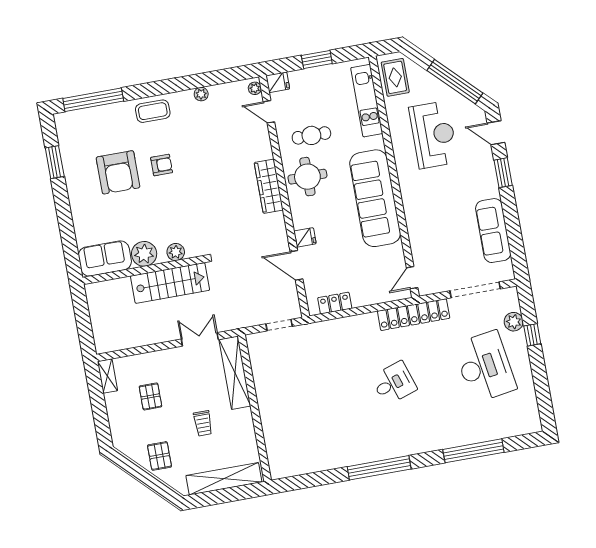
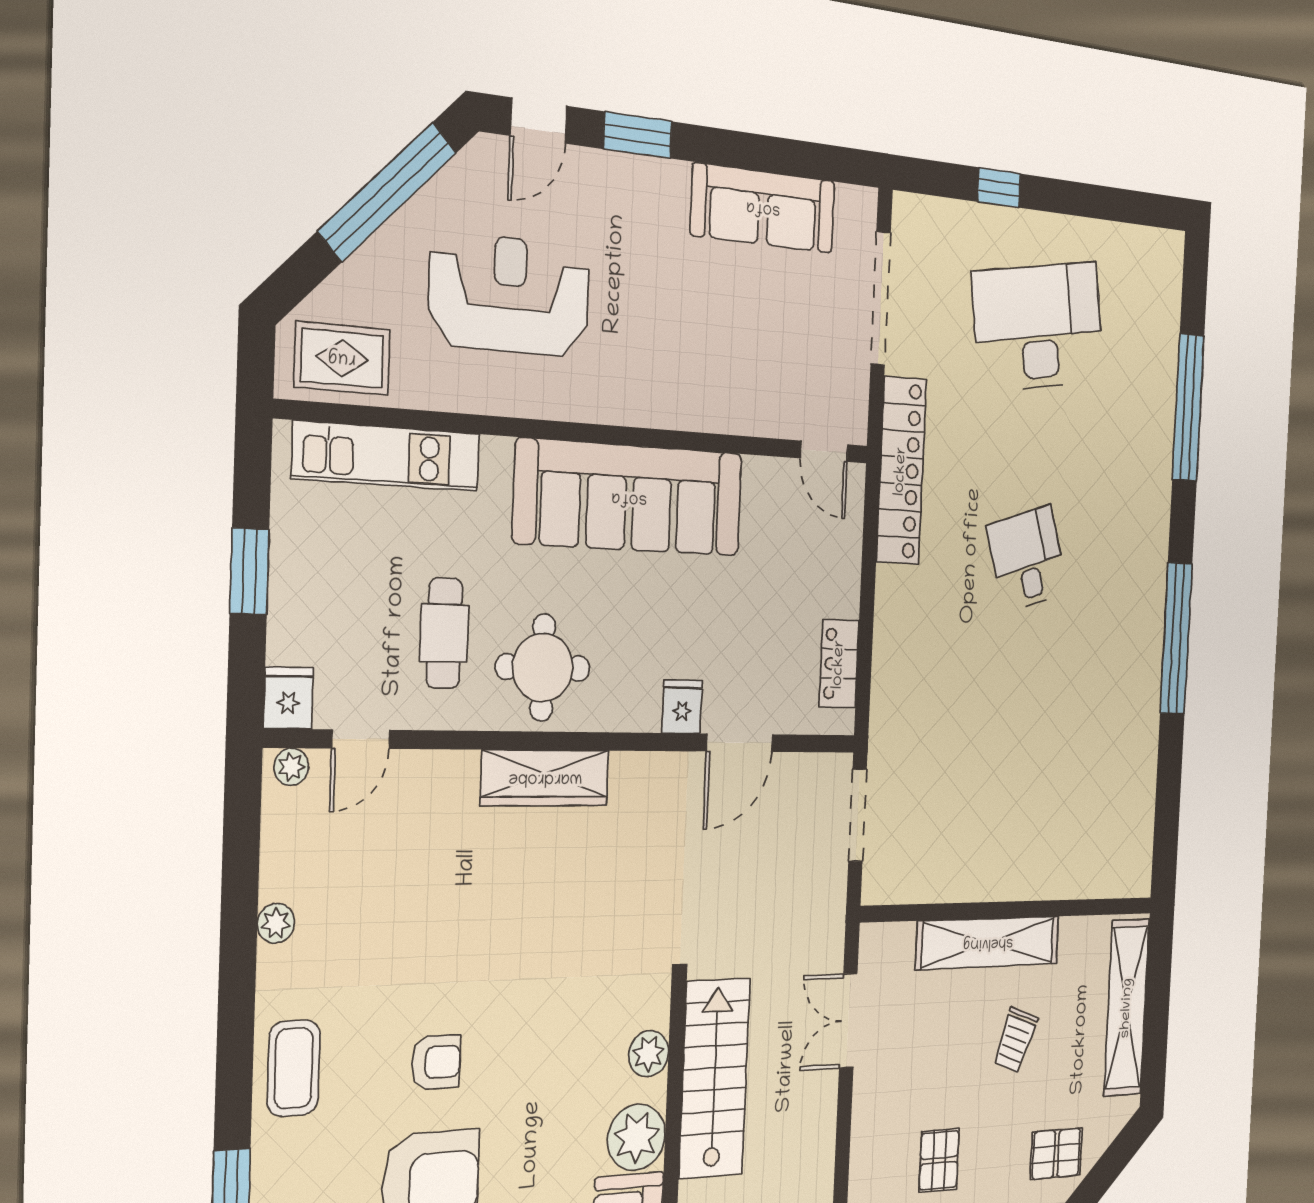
armchair: (162, 165) -> (436, 1062), turned 90
plant: (514, 322) -> (964, 224), removed
doorway: (279, 325) -> (858, 815), width x1.38
shelving: (235, 373) -> (988, 943), moved
pallet: (150, 396) -> (939, 1160), turned 90
trolley: (203, 423) -> (1015, 1040), turned 110

